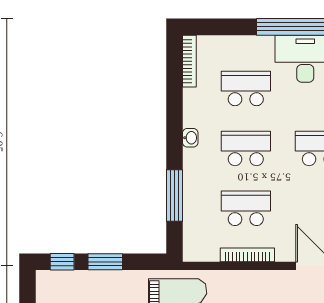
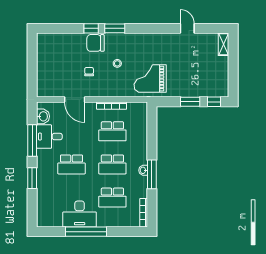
window: (175, 196) -> (152, 174), moved

